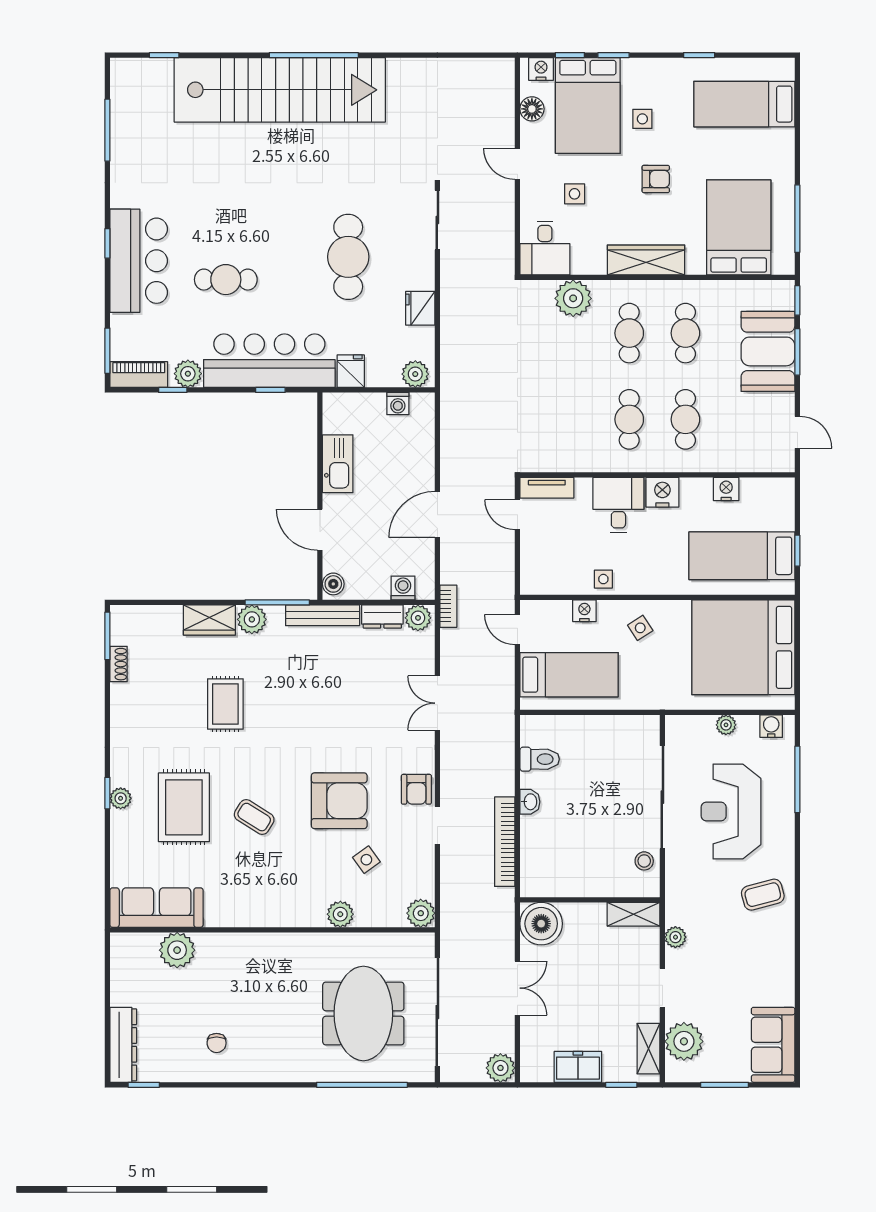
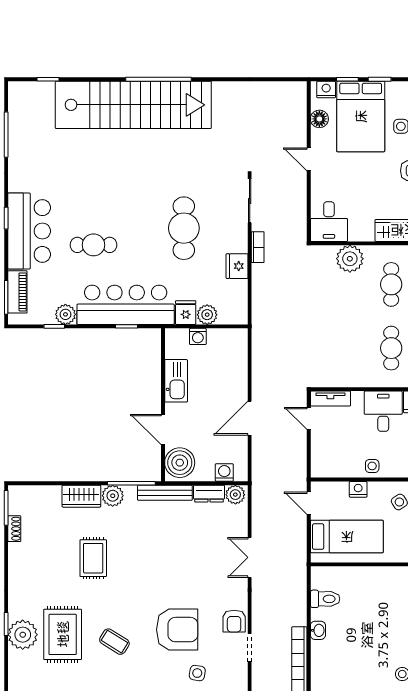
side table: (575, 194) -> (351, 182), removed
plant: (415, 374) -> (207, 315), moved
piano: (139, 375) -> (17, 292), moved, turned 90
washing machine: (398, 404) -> (198, 336), moved
boiler: (333, 584) -> (180, 463), width x1.86, depth x1.86
bookcase: (448, 606) -> (258, 247), moved
plant: (121, 798) -> (23, 635), width x1.87, depth x1.87
side table: (366, 860) -> (197, 673), turned 45

